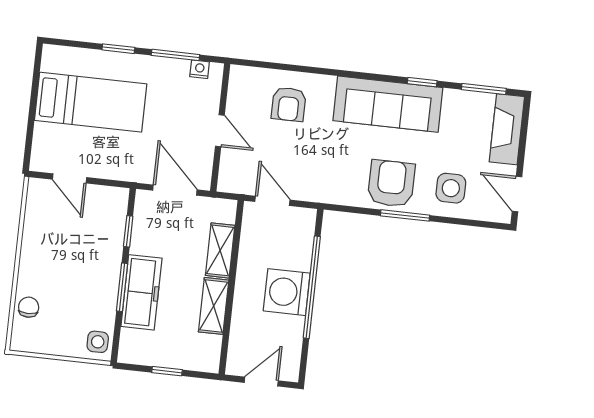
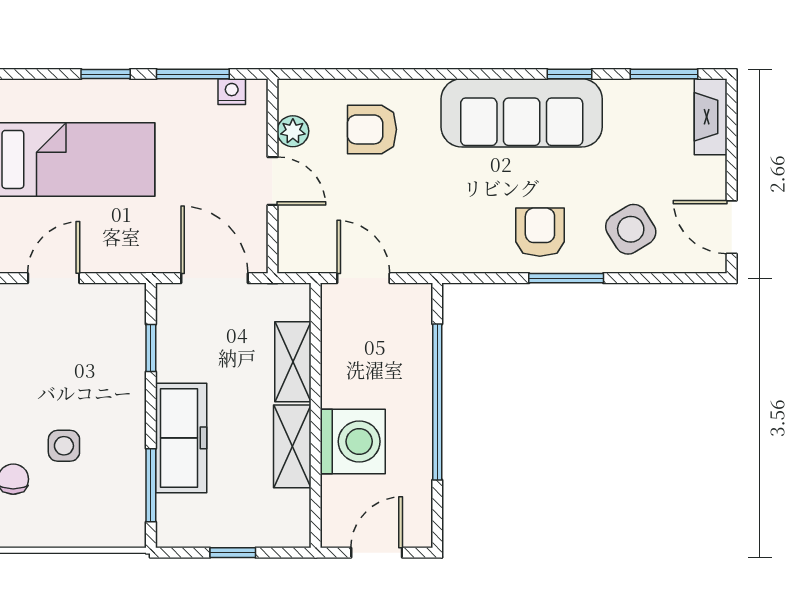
plant: (237, 100) -> (293, 131), added
armchair: (289, 104) -> (372, 129), turned 90
fireplace: (507, 129) -> (711, 117), width x0.73, depth x0.76
door: (70, 178) -> (54, 278), swing flipped
armchair: (391, 183) -> (540, 232), width x0.72, depth x0.72
side table: (451, 188) -> (631, 229), turned -32
window: (122, 287) -> (151, 485), moved
washing machine: (287, 292) -> (353, 441), moved, turned 180
side table: (98, 342) -> (64, 446), moved

